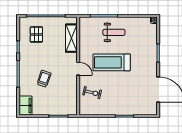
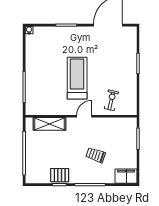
weight bench: (114, 32) -> (43, 76), removed
pallet: (36, 34) -> (60, 175), moved
treadmill: (112, 62) -> (77, 78), turned 180

